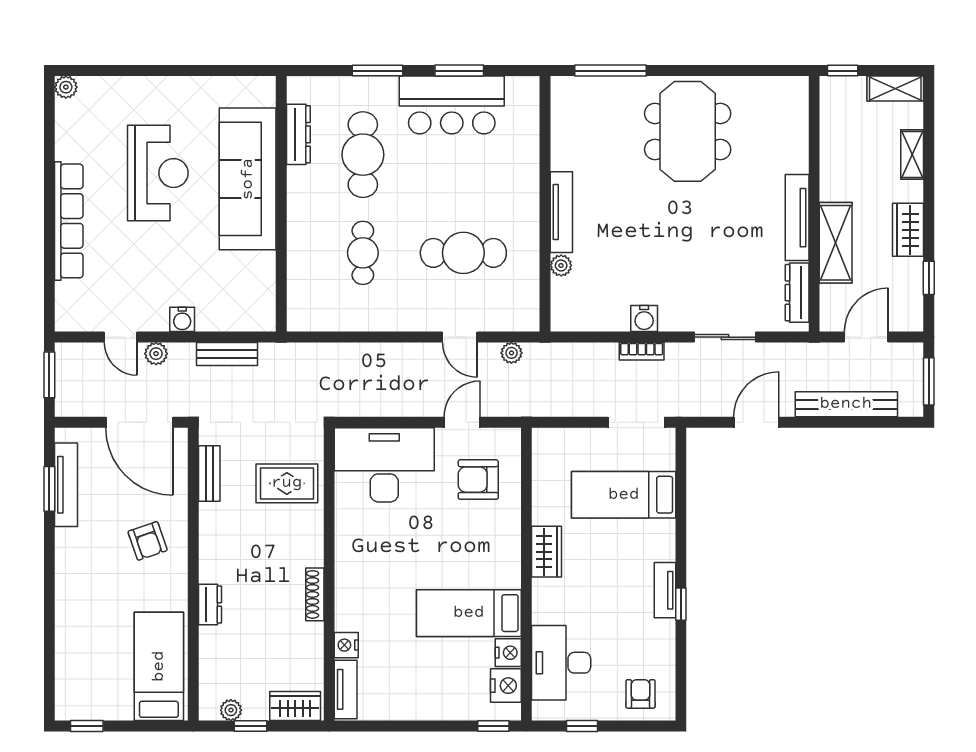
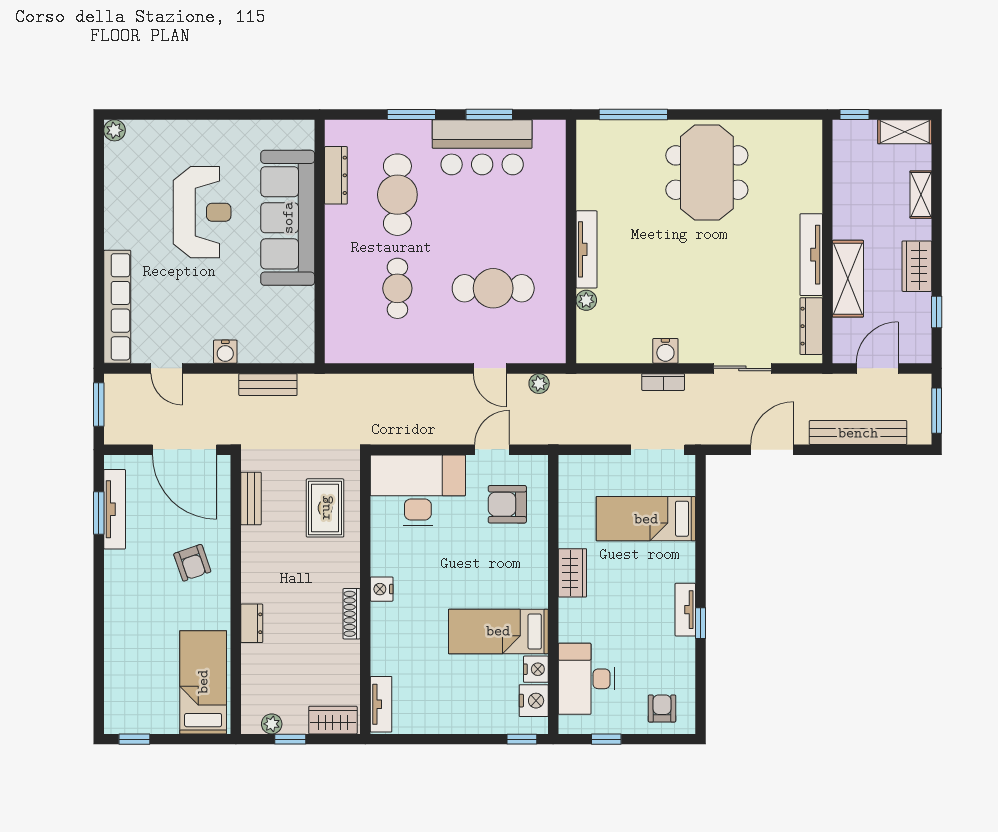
row of seats: (69, 221) -> (117, 307), moved
plant: (156, 354) -> (200, 384), removed
rug: (287, 483) -> (325, 508), turned 90
nightstand: (346, 645) -> (382, 589), moved

